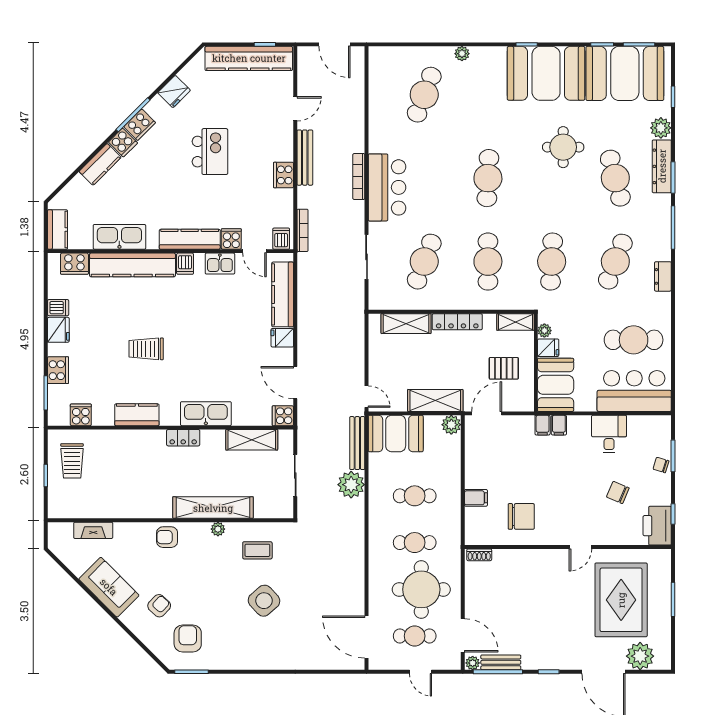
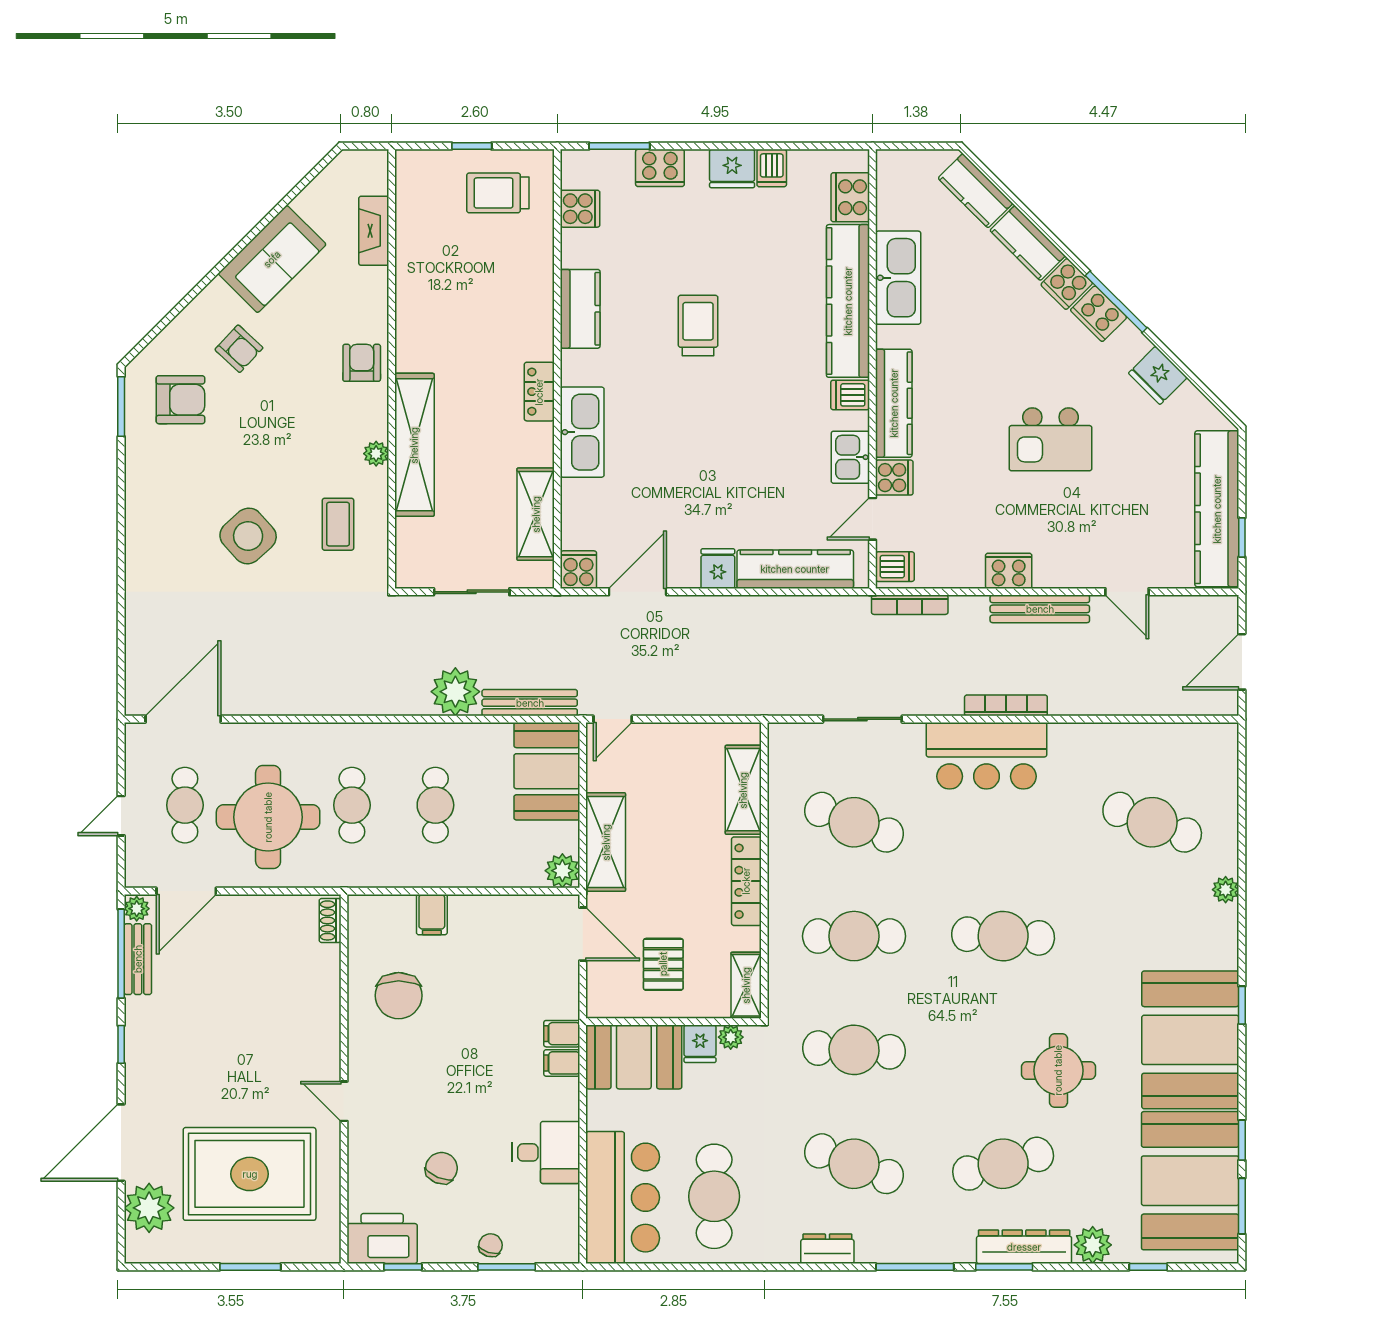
kitchen counter: (57, 230) -> (975, 191), moved, turned 45

